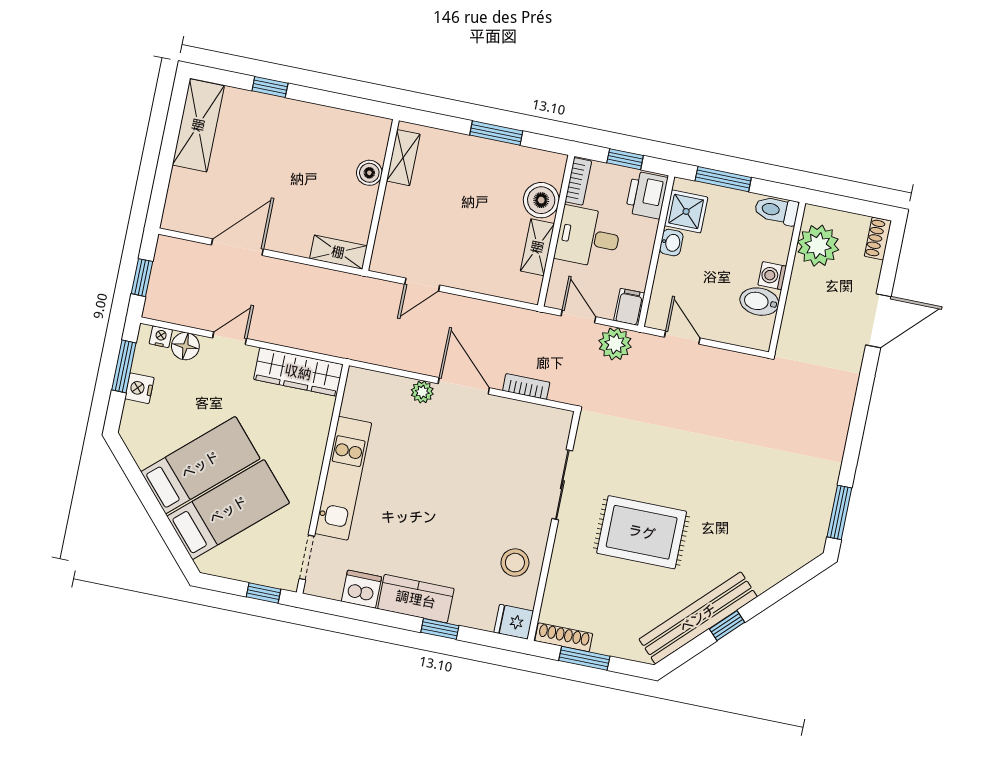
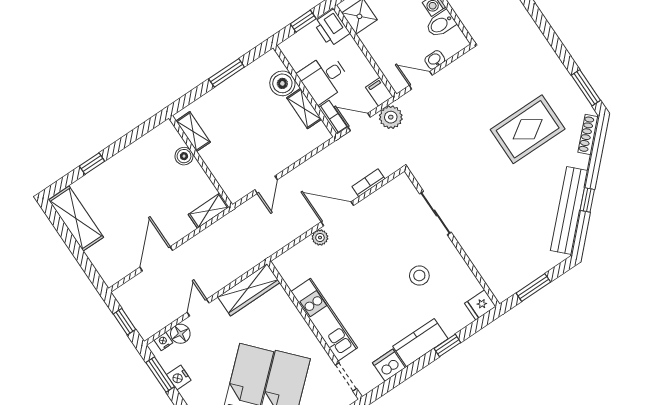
bookcase: (578, 181) -> (333, 117), moved
washbasin: (671, 243) -> (435, 60), moved, turned -90
rug: (642, 532) -> (528, 129), moved
stool: (515, 563) -> (419, 276), moved
shoe rack: (564, 637) -> (588, 135), moved, turned -45

